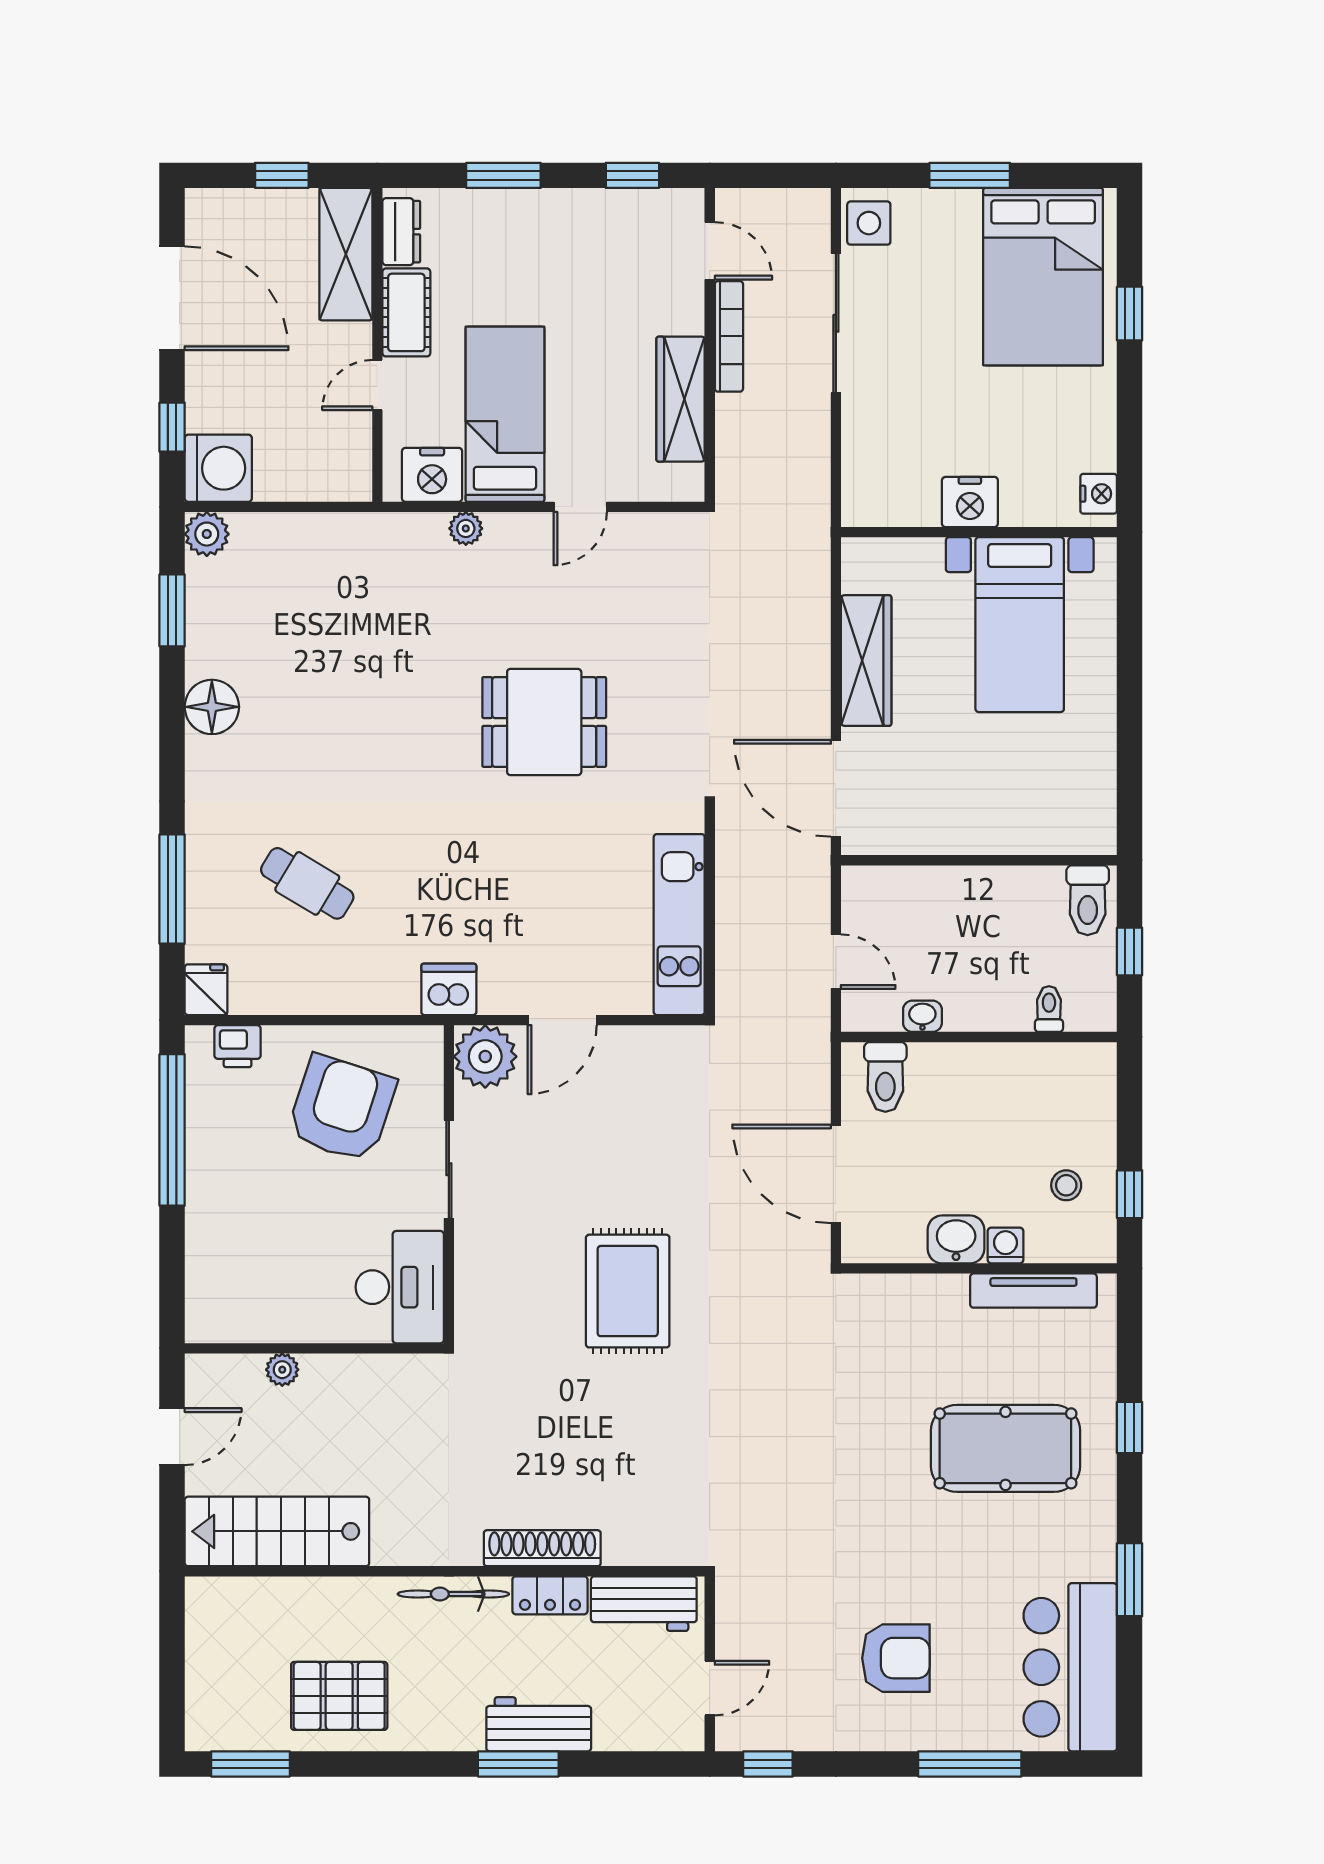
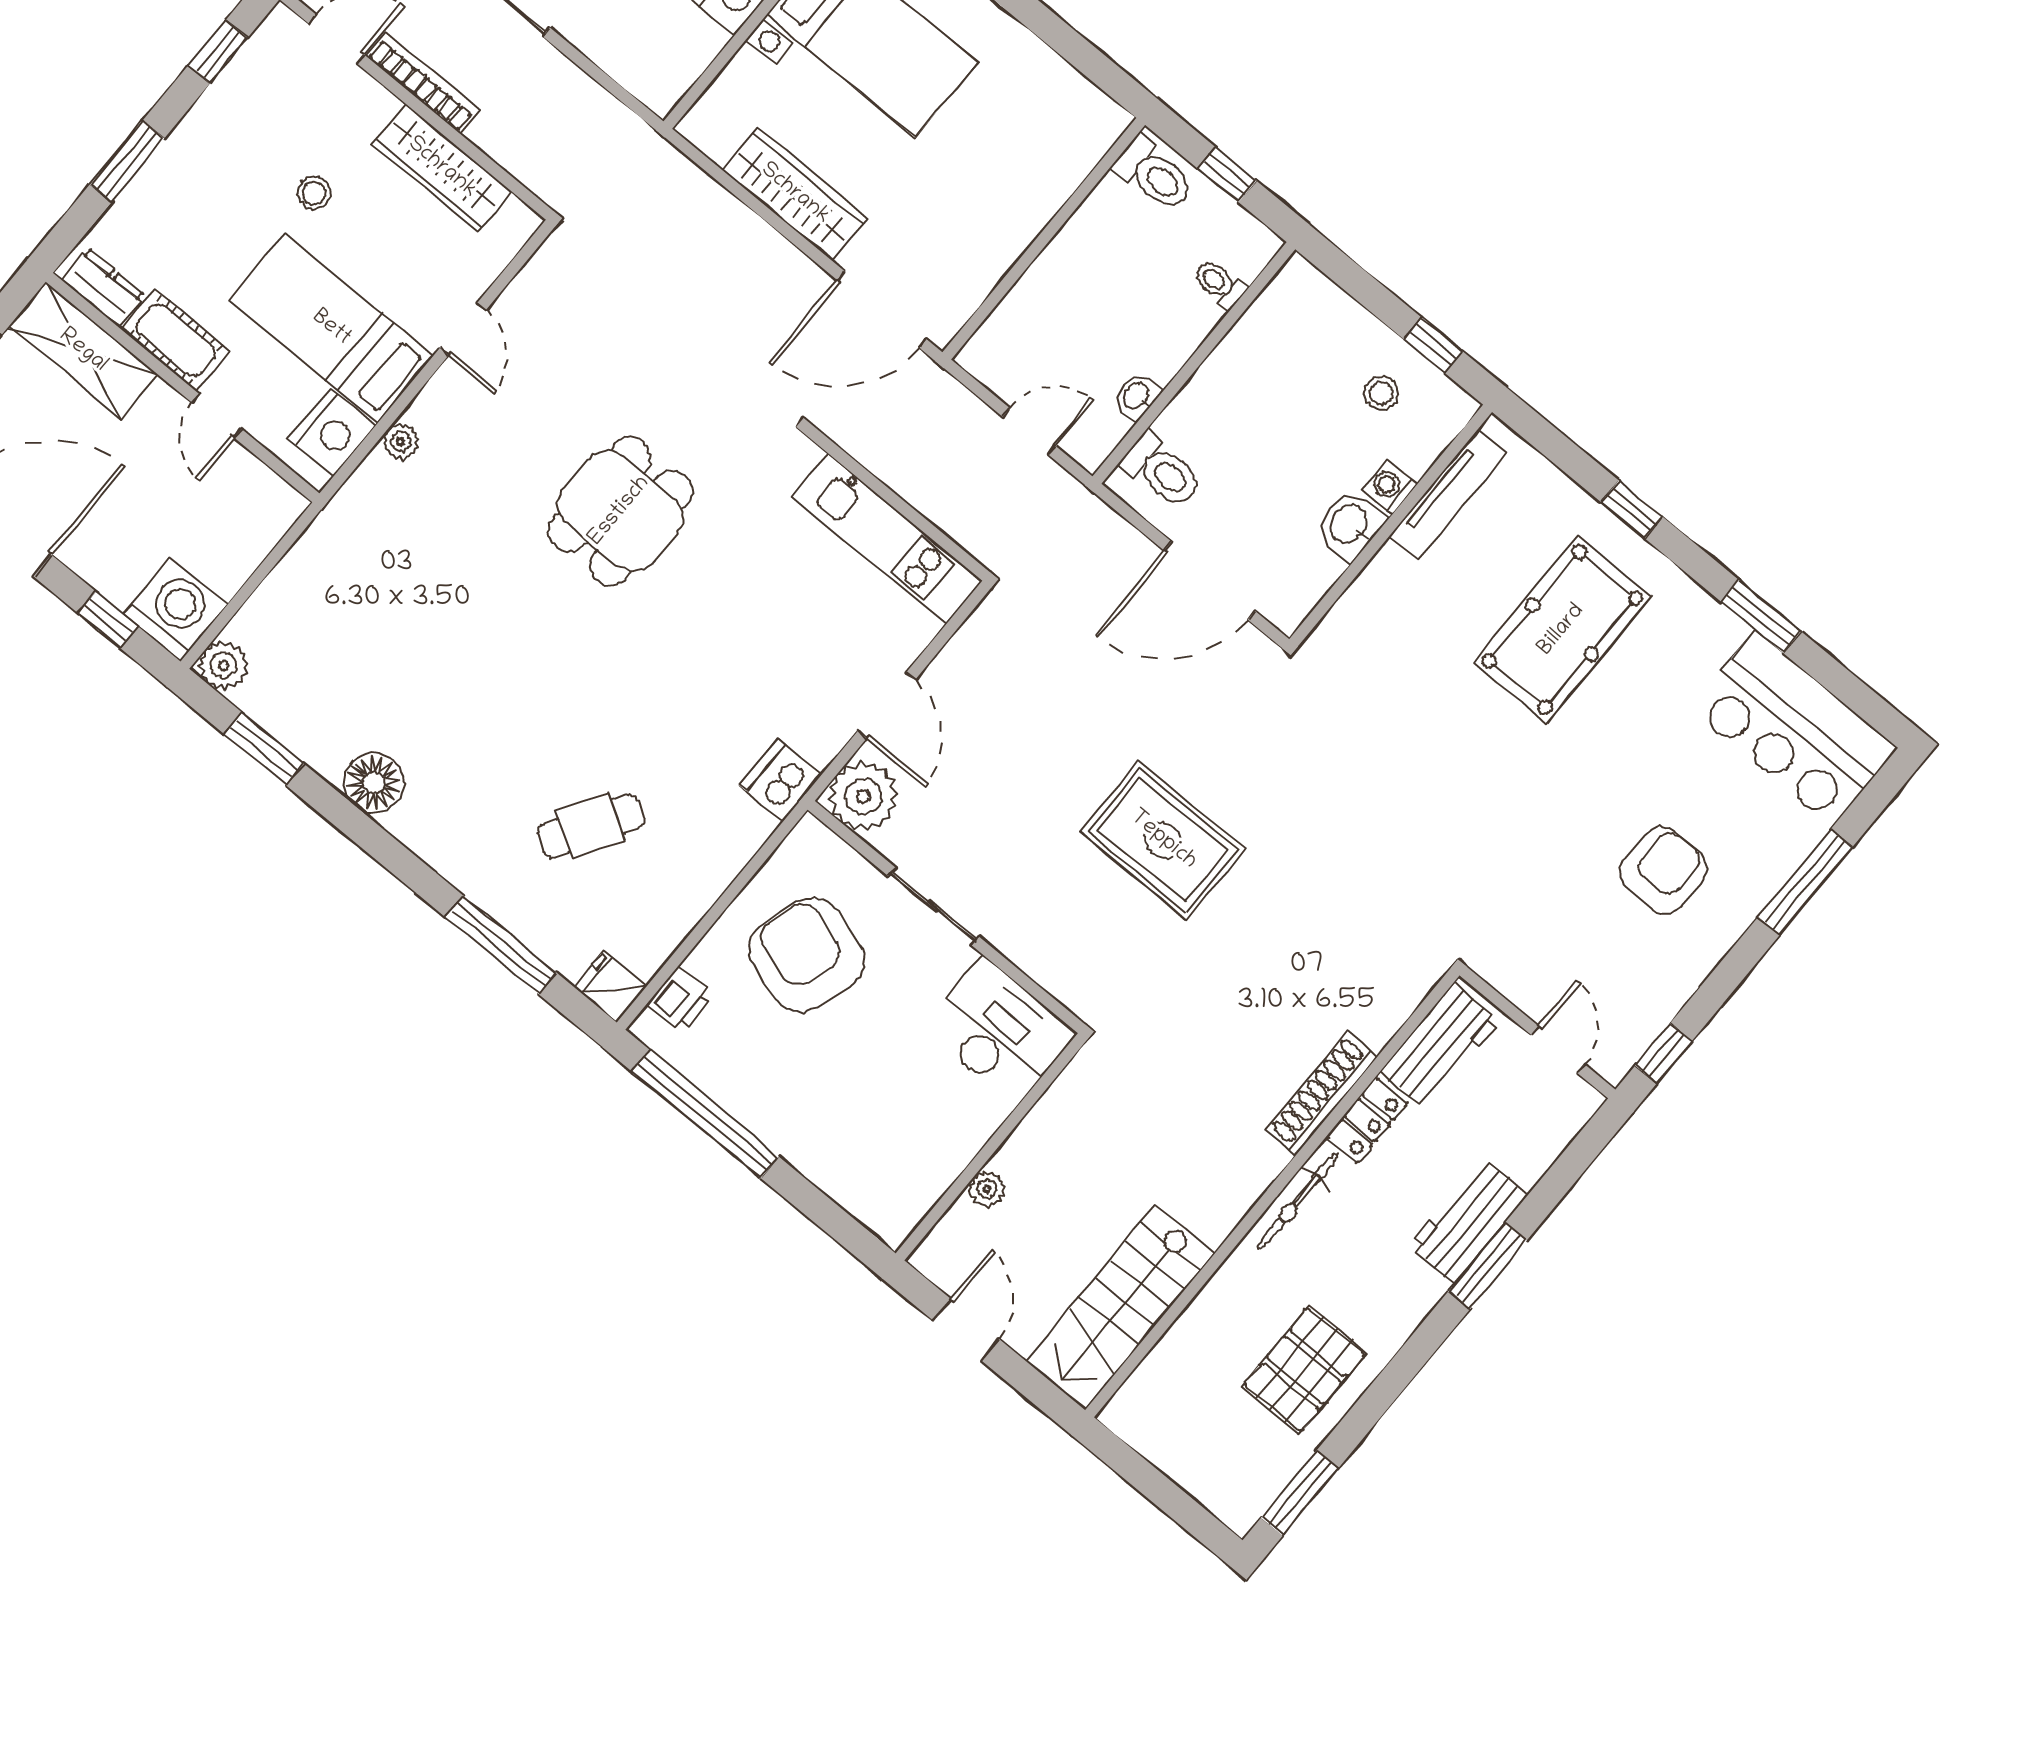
stool: (589, 324) -> (314, 193), added

